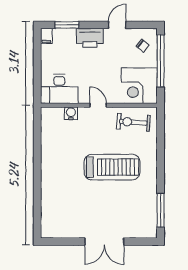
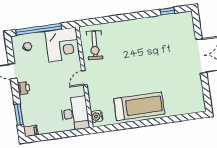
printer: (90, 38) -> (24, 88), width x0.53, depth x0.68
water cooler: (71, 113) -> (97, 116), moved
treadmill: (112, 167) -> (139, 106), moved, turned 90
window: (161, 210) -> (167, 11), width x0.46

